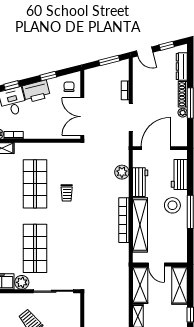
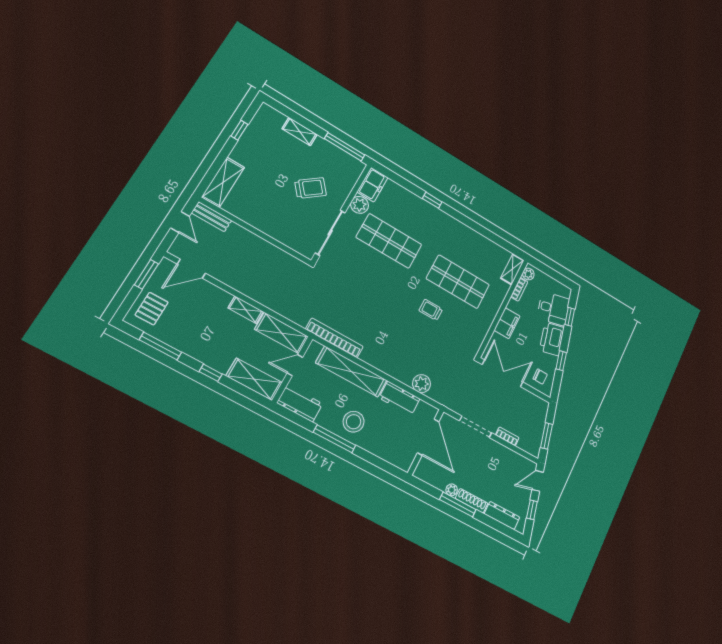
filing cabinet: (44, 132) -> (507, 323), added
workbench: (179, 175) -> (300, 403), moved
bookcase: (124, 220) -> (334, 338), moved

